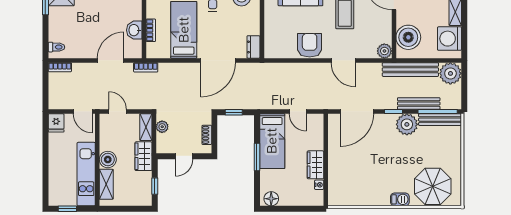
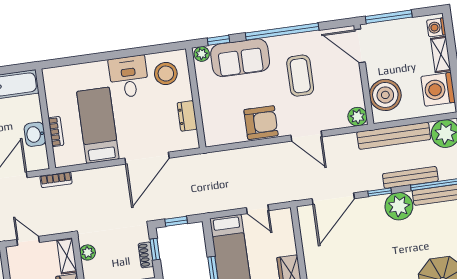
armchair: (310, 45) -> (261, 123), turned 90
dresser: (253, 47) -> (187, 116), moved
window: (214, 131) -> (155, 249), added

